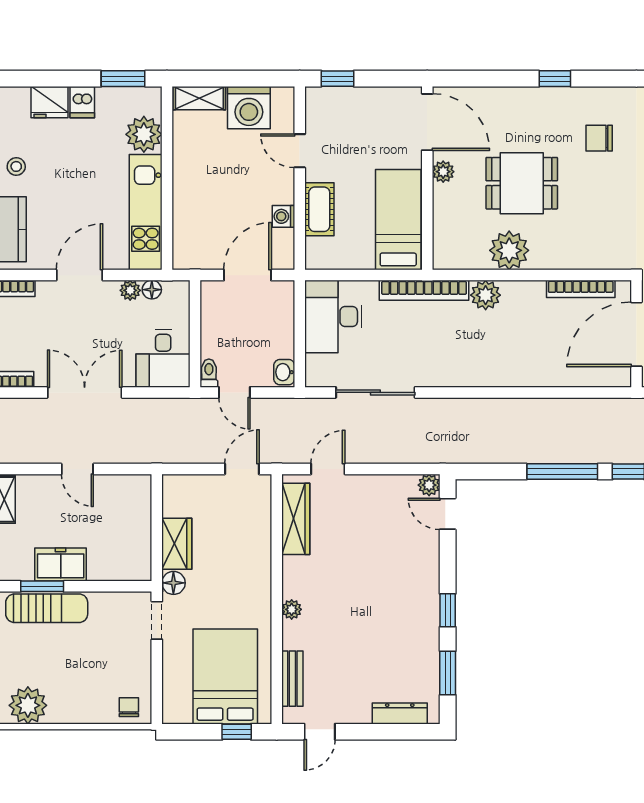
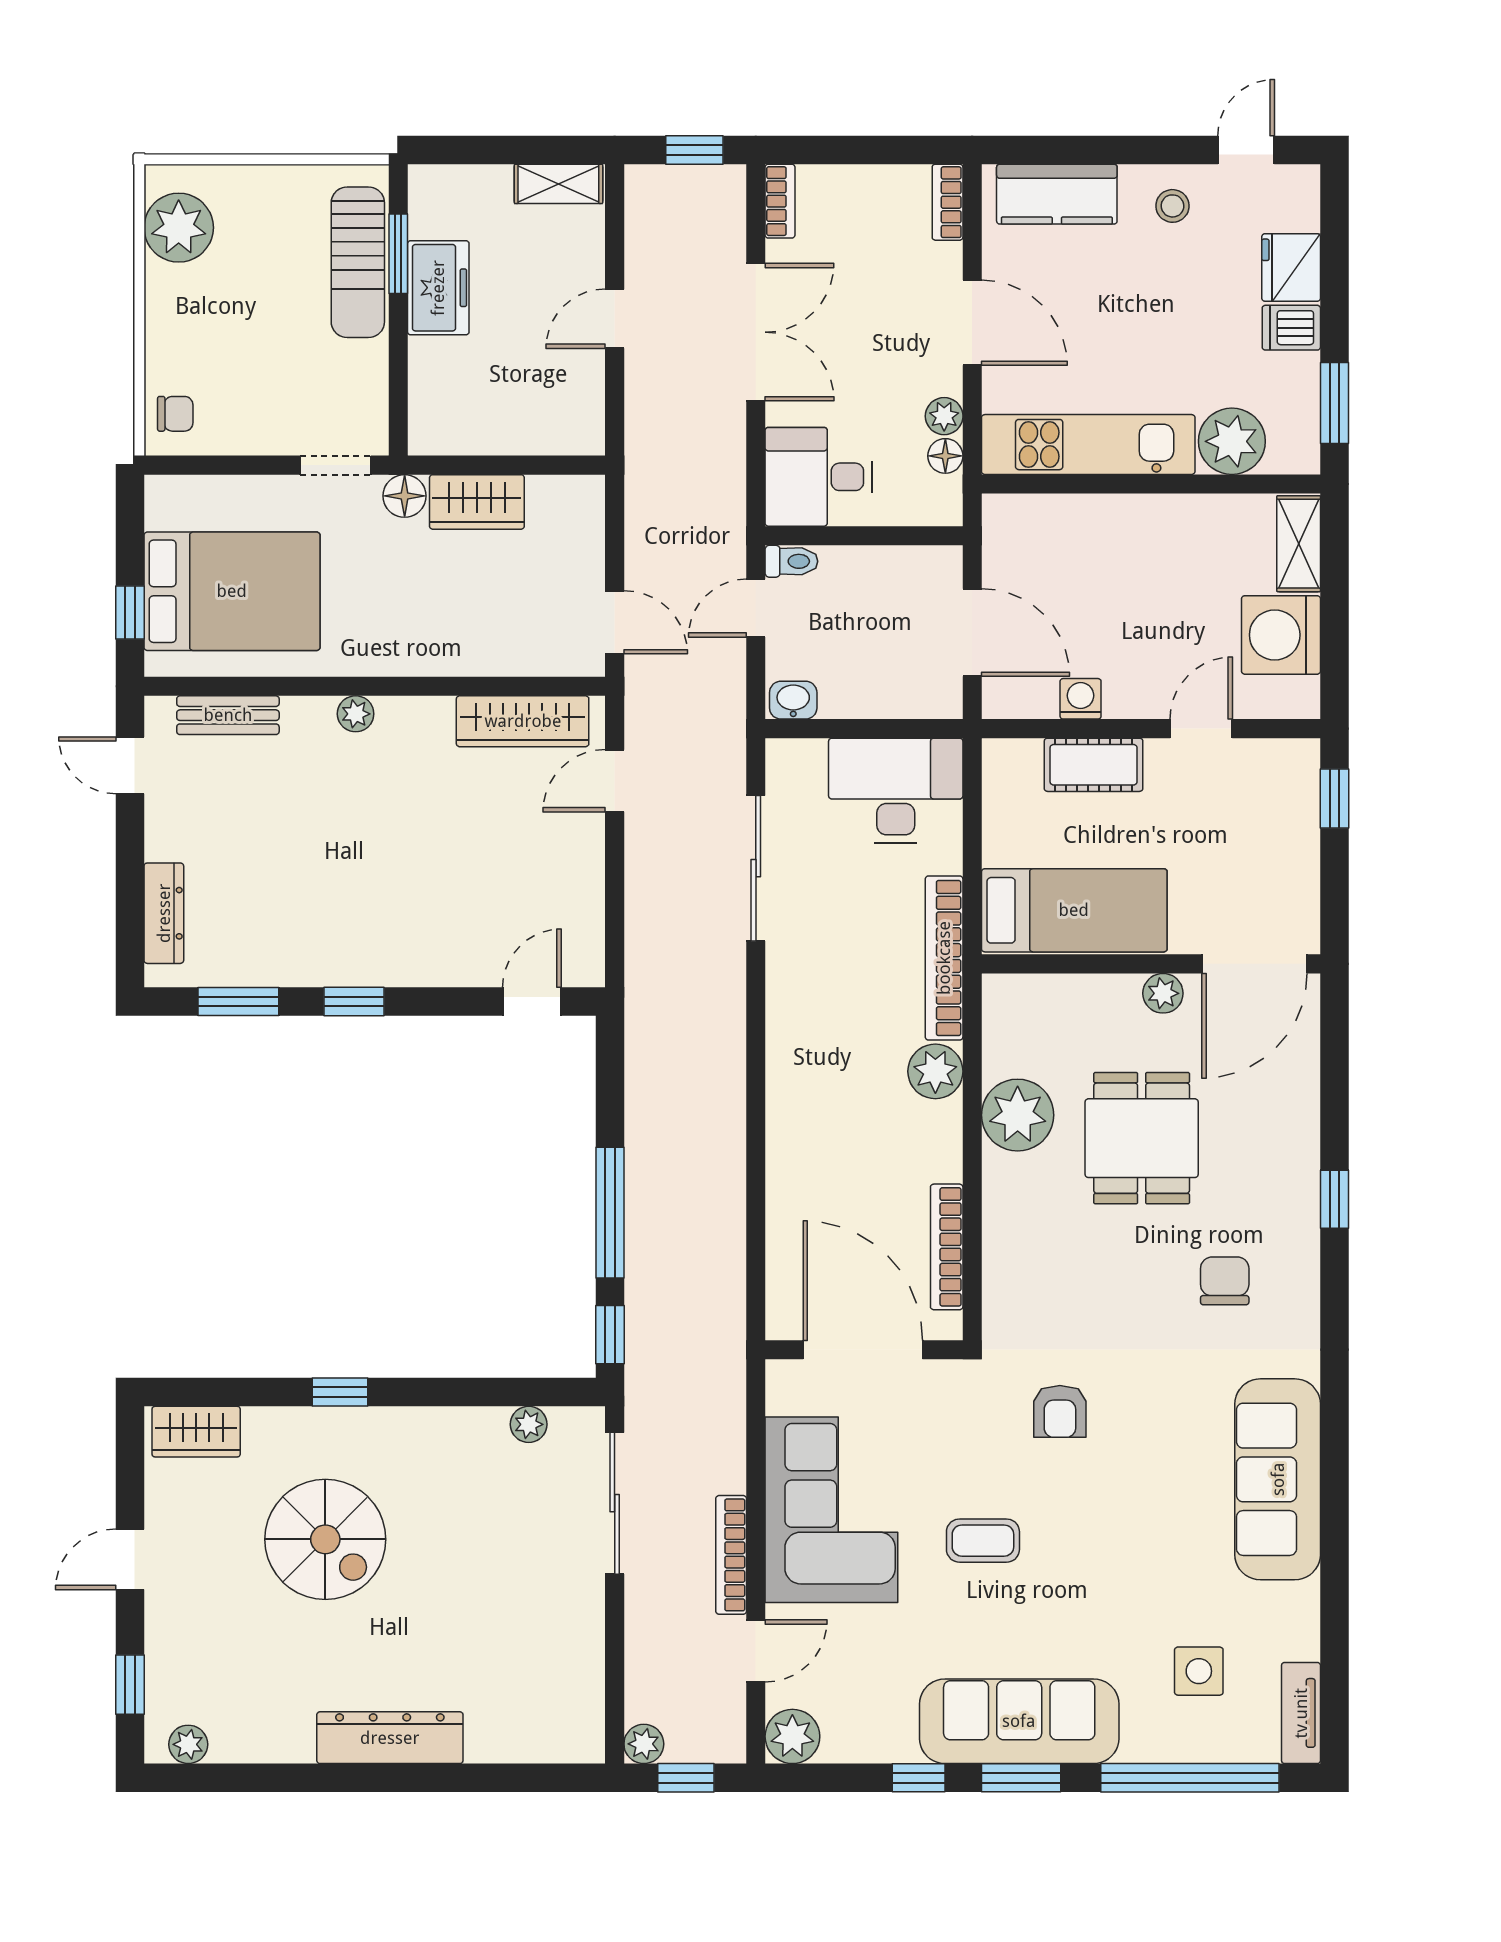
door: (328, 469) -> (615, 781), swing flipped
plant: (429, 485) -> (585, 967), removed

